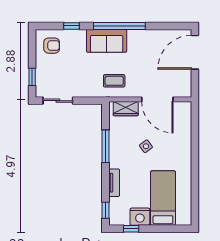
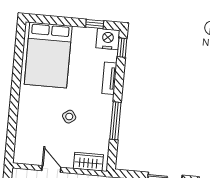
door: (157, 99) -> (51, 169), width x0.53
bed: (163, 198) -> (48, 55), width x1.50
nightstand: (140, 217) -> (108, 39), moved

